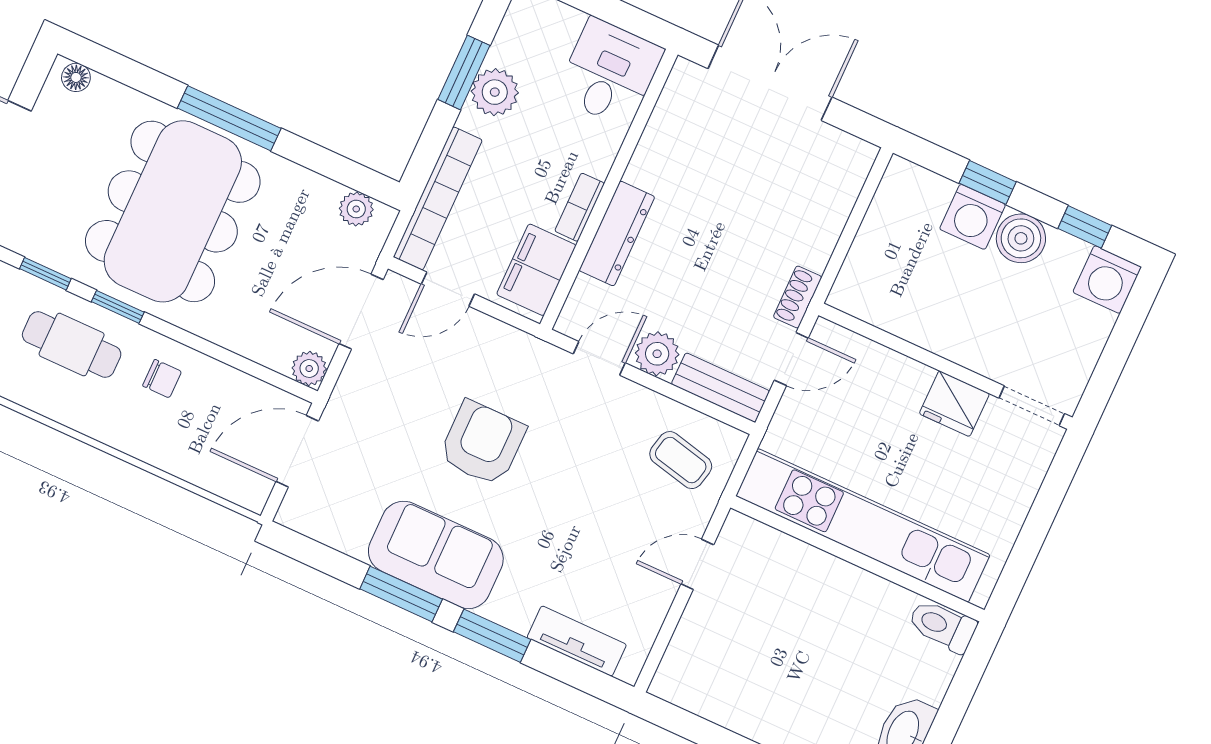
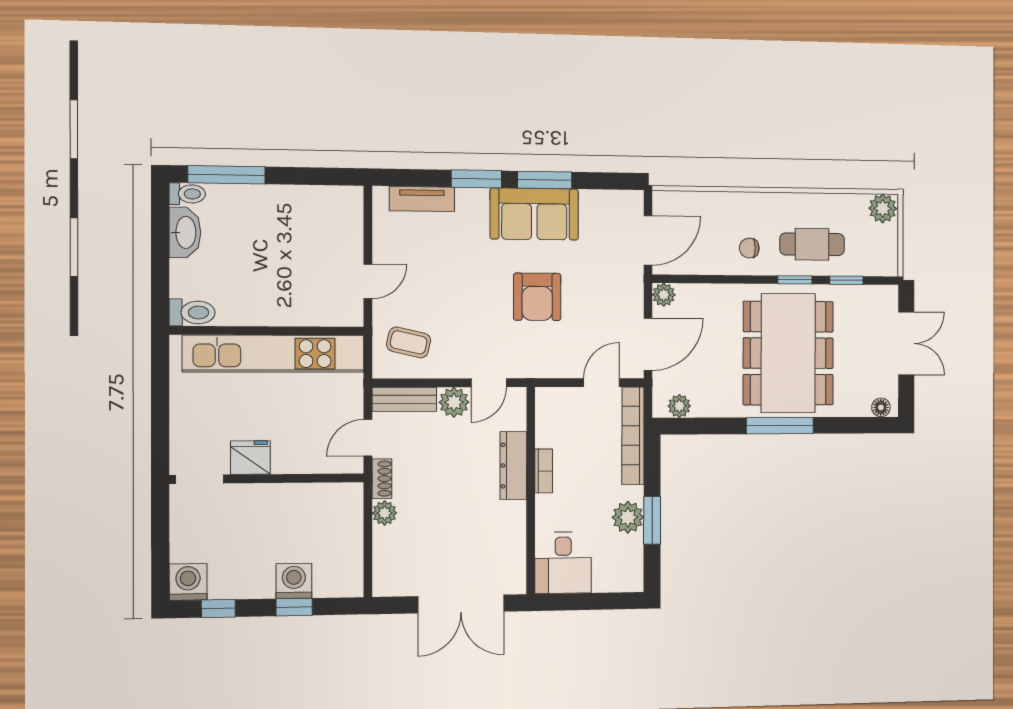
boiler: (1021, 238) -> (256, 582), removed
plant: (815, 250) -> (385, 513), added
filing cabinet: (536, 270) -> (553, 420), removed

